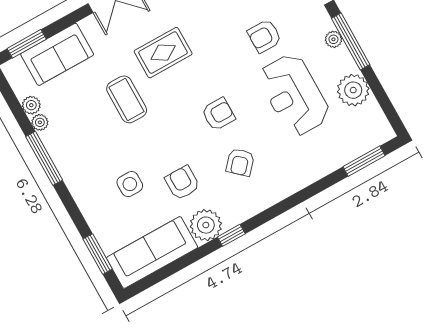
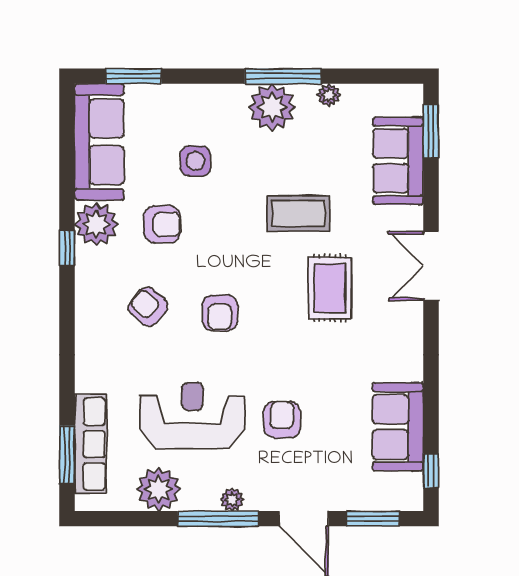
plant: (31, 105) -> (272, 107), moved, width x1.87, depth x1.87
row of seats: (349, 150) -> (91, 444), added

